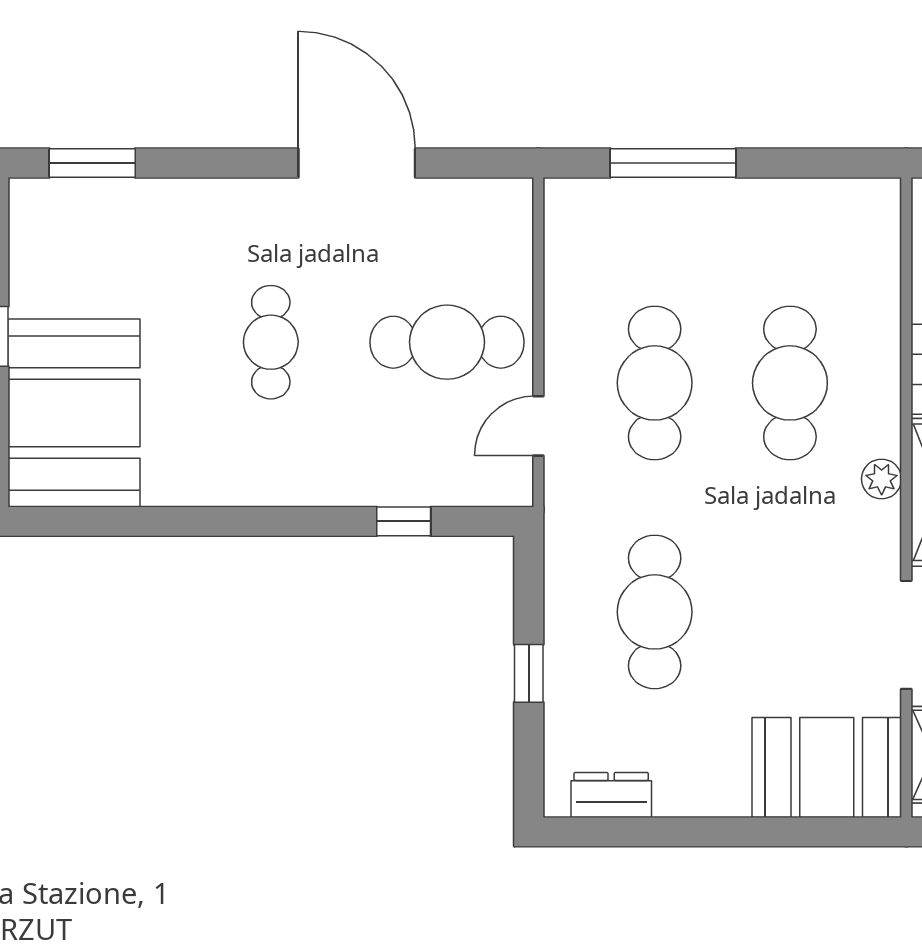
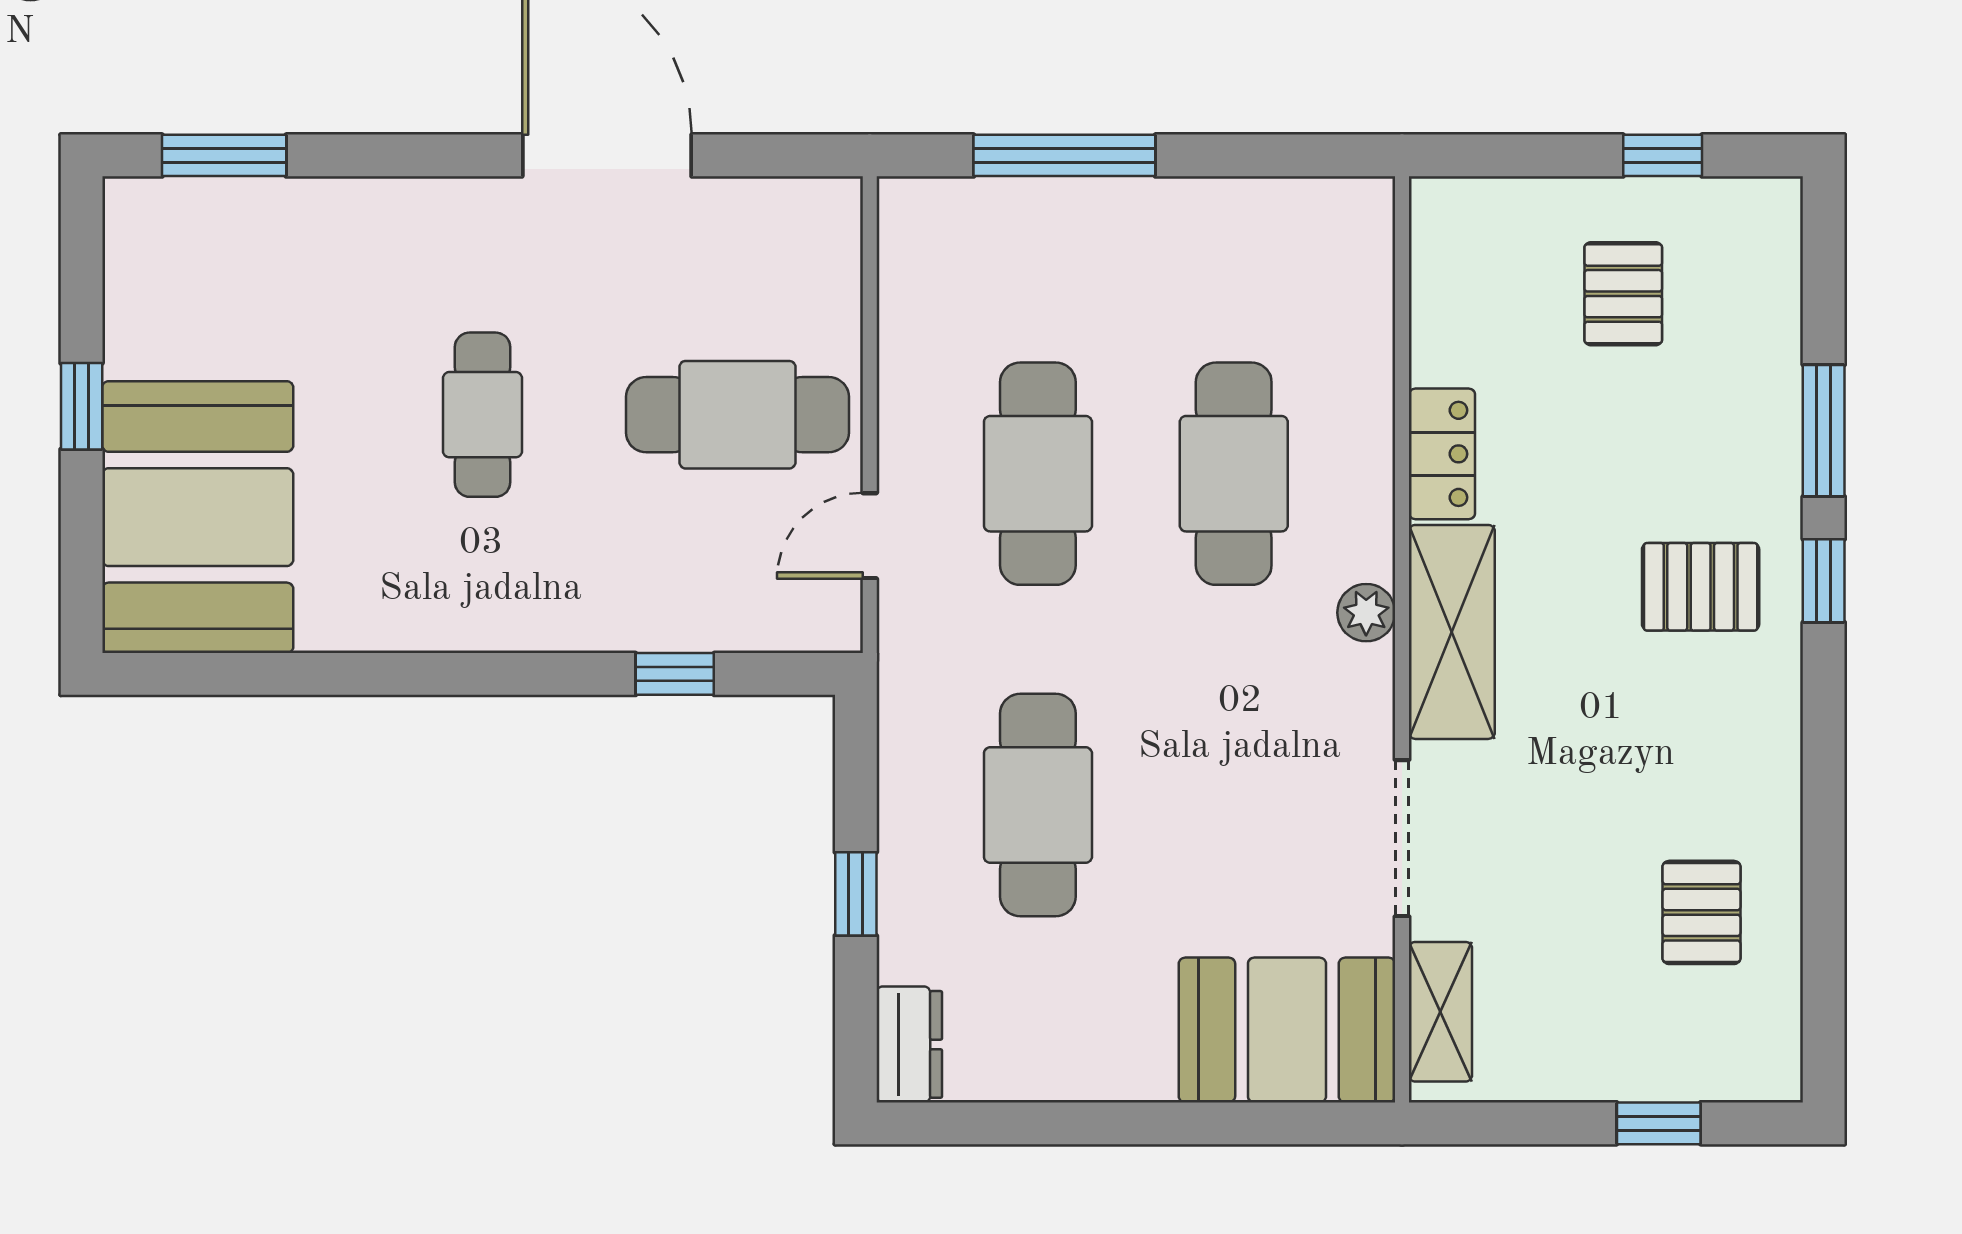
dresser: (611, 795) -> (909, 1044), moved, turned 90

